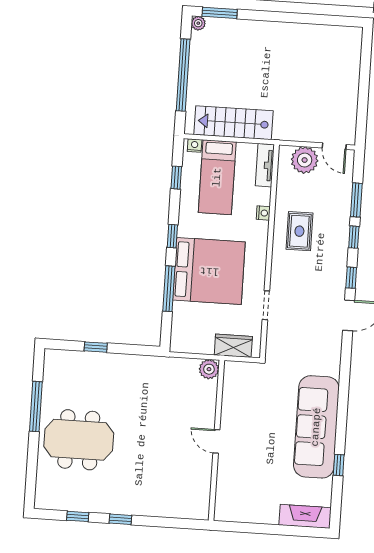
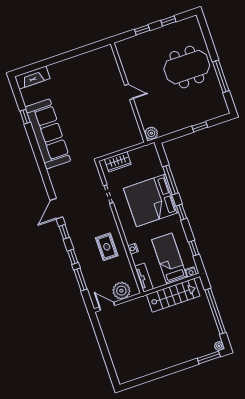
plant: (209, 369) -> (151, 133), moved
wall: (216, 440) -> (129, 93), moved
door: (216, 441) -> (129, 92), moved

